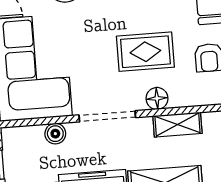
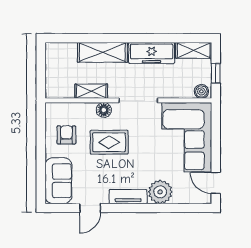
boiler: (55, 134) -> (201, 91), moved

